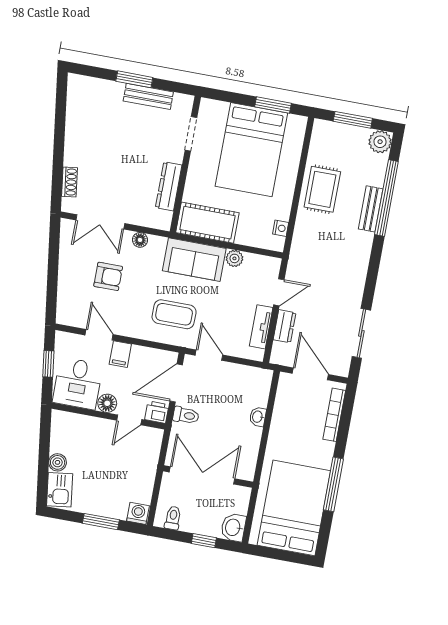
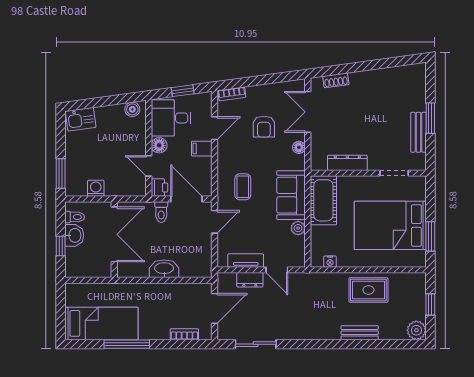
window: (353, 120) -> (430, 304), width x0.67
window: (386, 198) -> (371, 344), removed
bookcase: (63, 307) -> (232, 94), added
coffee table: (174, 314) -> (243, 187), width x0.73, depth x0.77
bookcase: (334, 415) -> (184, 334), width x0.64
washbasin: (258, 417) -> (164, 269), width x1.91, depth x1.45
boiler: (58, 462) -> (132, 109), moved
bed: (294, 508) -> (101, 323), width x0.67
washing machine: (138, 513) -> (96, 188), moved, turned -90
window: (101, 522) -> (61, 174), moved
washbasin: (233, 527) -> (74, 235), moved, turned 90

